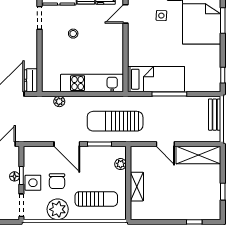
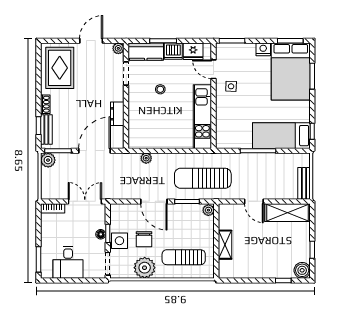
door: (126, 14) -> (213, 69), hinge flipped
side table: (161, 16) -> (231, 86), moved
bed: (156, 79) -> (281, 136), moved, turned 180
dresser: (31, 80) -> (117, 114), moved
kitchen unit: (92, 83) -> (202, 117), moved, turned -90
bench: (215, 115) -> (304, 183), moved
plant: (121, 164) -> (208, 210), moved
sun lounger: (96, 199) -> (184, 257), turned 180
boiler: (213, 212) -> (302, 270), added

